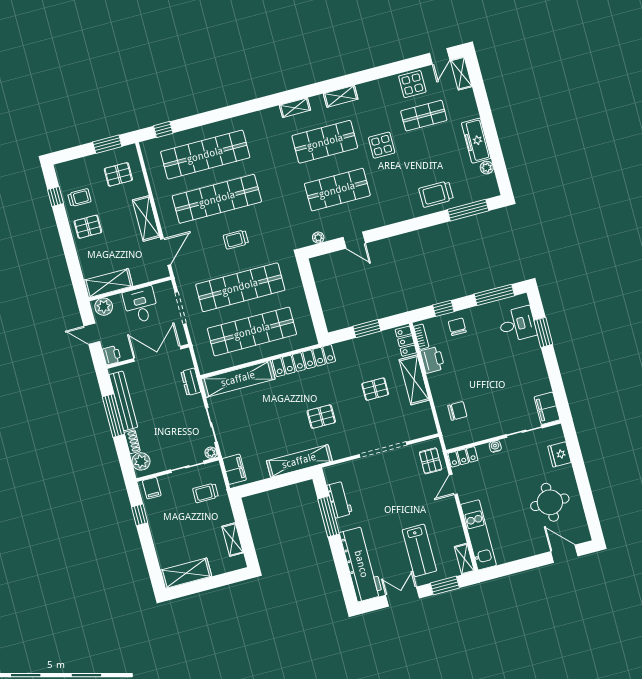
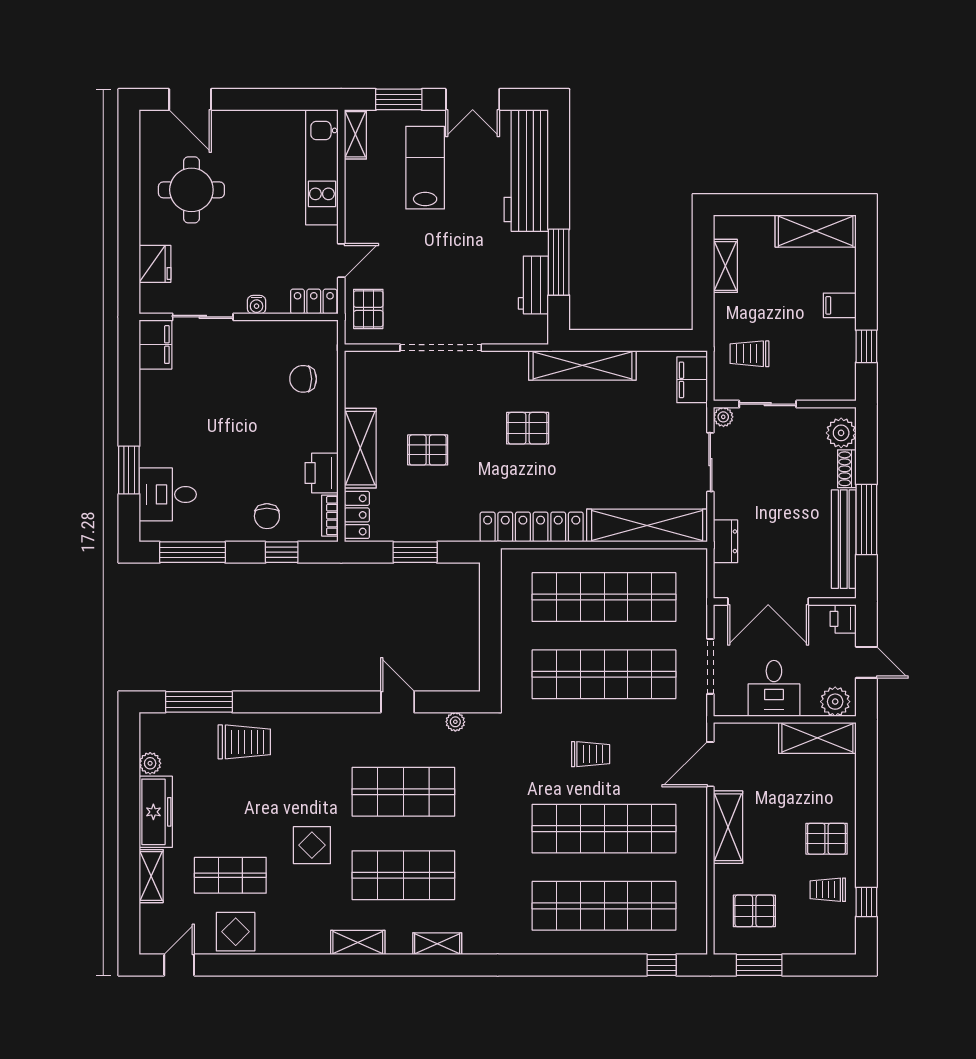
shelving: (461, 73) -> (151, 876), moved
filing cabinet: (152, 488) -> (840, 305), moved, turned -90
trolley: (205, 493) -> (749, 354), turned 180

